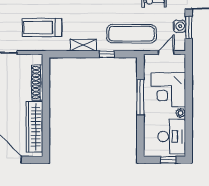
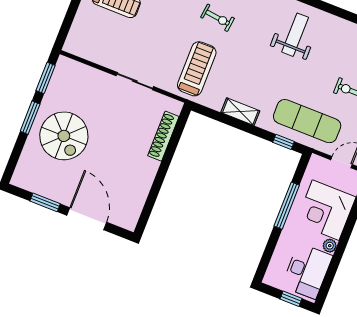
treadmill: (42, 28) -> (197, 69), turned 90
window: (107, 54) -> (283, 142), moved
wardrobe: (34, 127) -> (138, 191), removed

